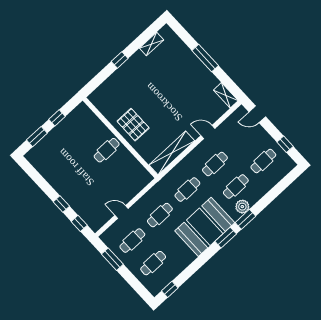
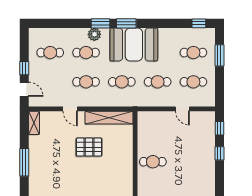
pallet: (133, 125) -> (89, 147), moved, turned 90
window: (285, 144) -> (24, 68), moved
window: (112, 259) -> (219, 55), moved

